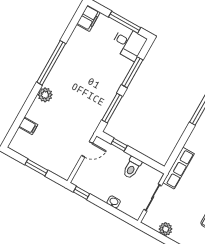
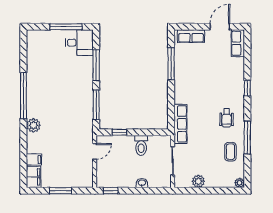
filing cabinet: (88, 18) -> (34, 177), moved

